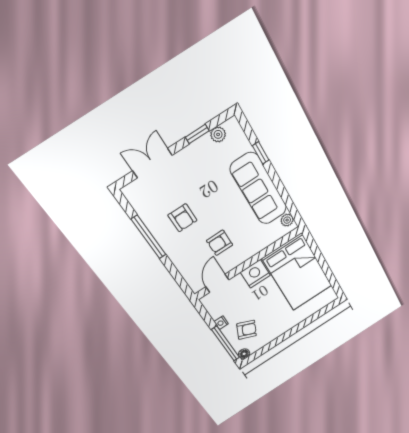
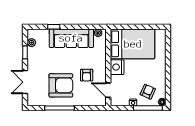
armchair: (182, 218) -> (61, 85), width x1.88, depth x1.88

